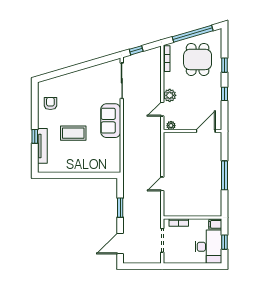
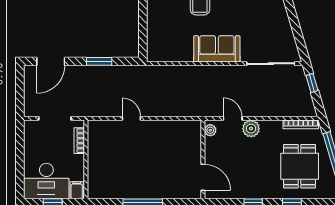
dining table: (198, 59) -> (300, 166), turned 90
door: (120, 244) -> (51, 61), swing flipped

